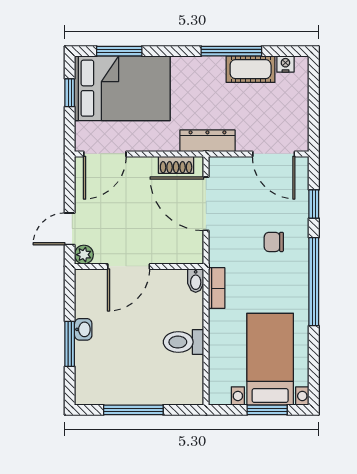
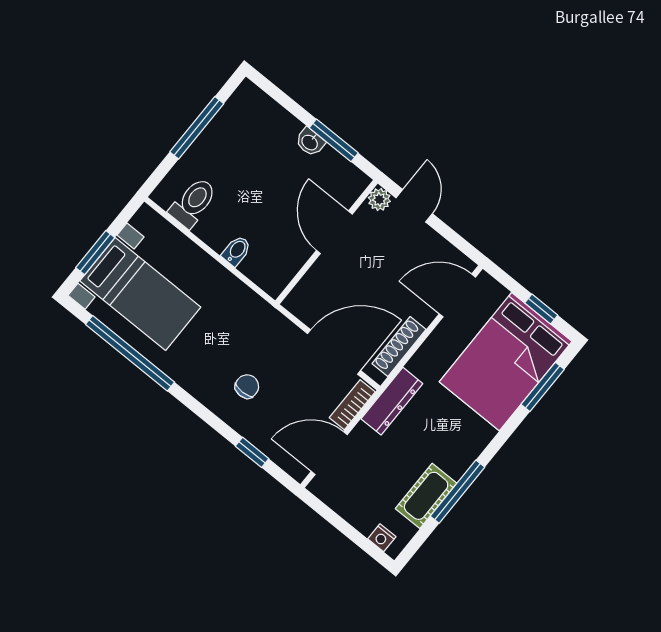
nightstand: (285, 64) -> (382, 538), moved, turned 90
door: (105, 154) -> (457, 295), hinge flipped
shoe rack: (176, 165) -> (399, 346), width x1.43
bidet: (196, 281) -> (236, 251), moved, turned 90
window: (314, 282) -> (130, 353), moved
bookcase: (217, 288) -> (352, 405), moved, turned 90
toilet: (183, 342) -> (193, 203), moved
window: (70, 344) -> (334, 140), moved

